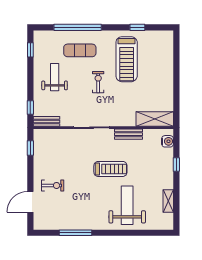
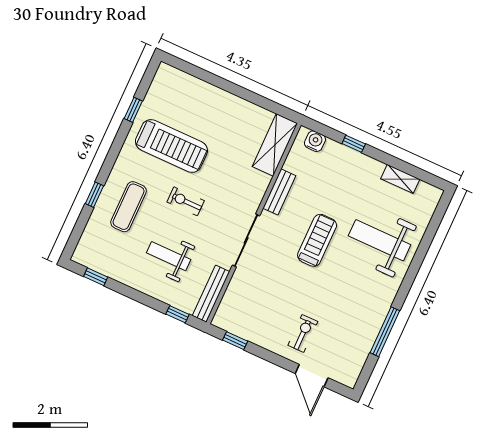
window: (78, 27) -> (94, 195), width x0.32
weight bench: (55, 77) -> (169, 256), moved
bench: (46, 121) -> (211, 294), width x1.36

